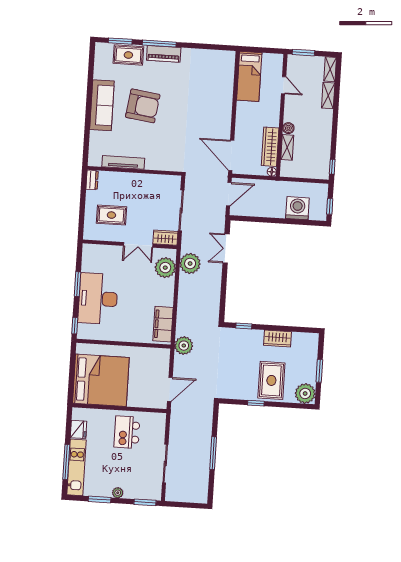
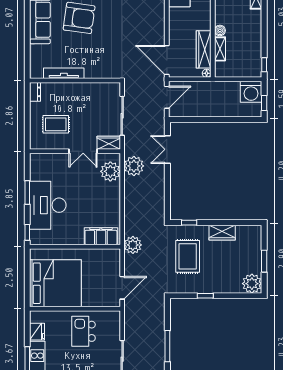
washing machine: (297, 208) -> (251, 92), moved, turned 180
filing cabinet: (163, 324) -> (101, 236), moved, turned 90
rug: (271, 380) -> (188, 256), moved

